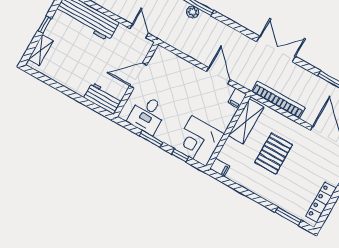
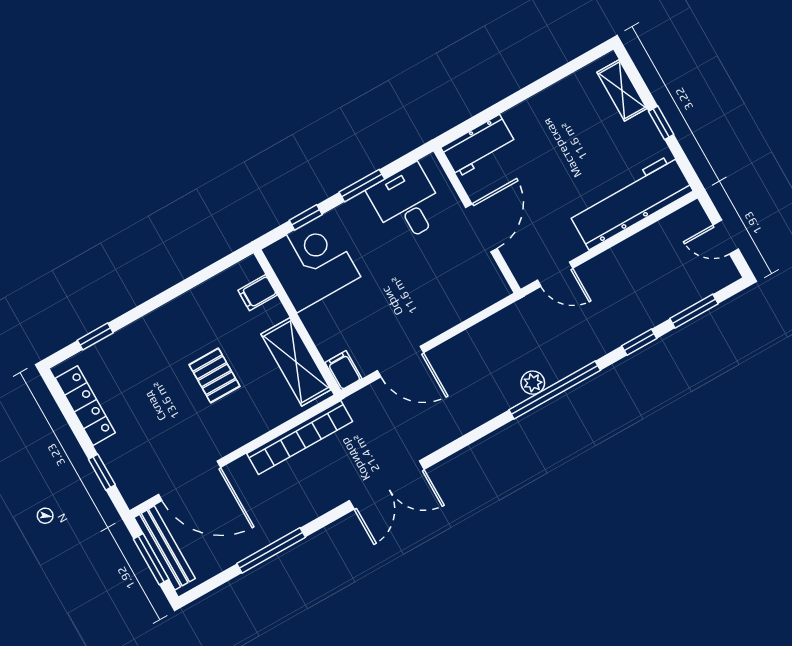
pallet: (274, 153) -> (214, 375), width x0.67, depth x0.71
filing cabinet: (220, 167) -> (258, 293), moved
window: (288, 216) -> (95, 336), width x0.67

